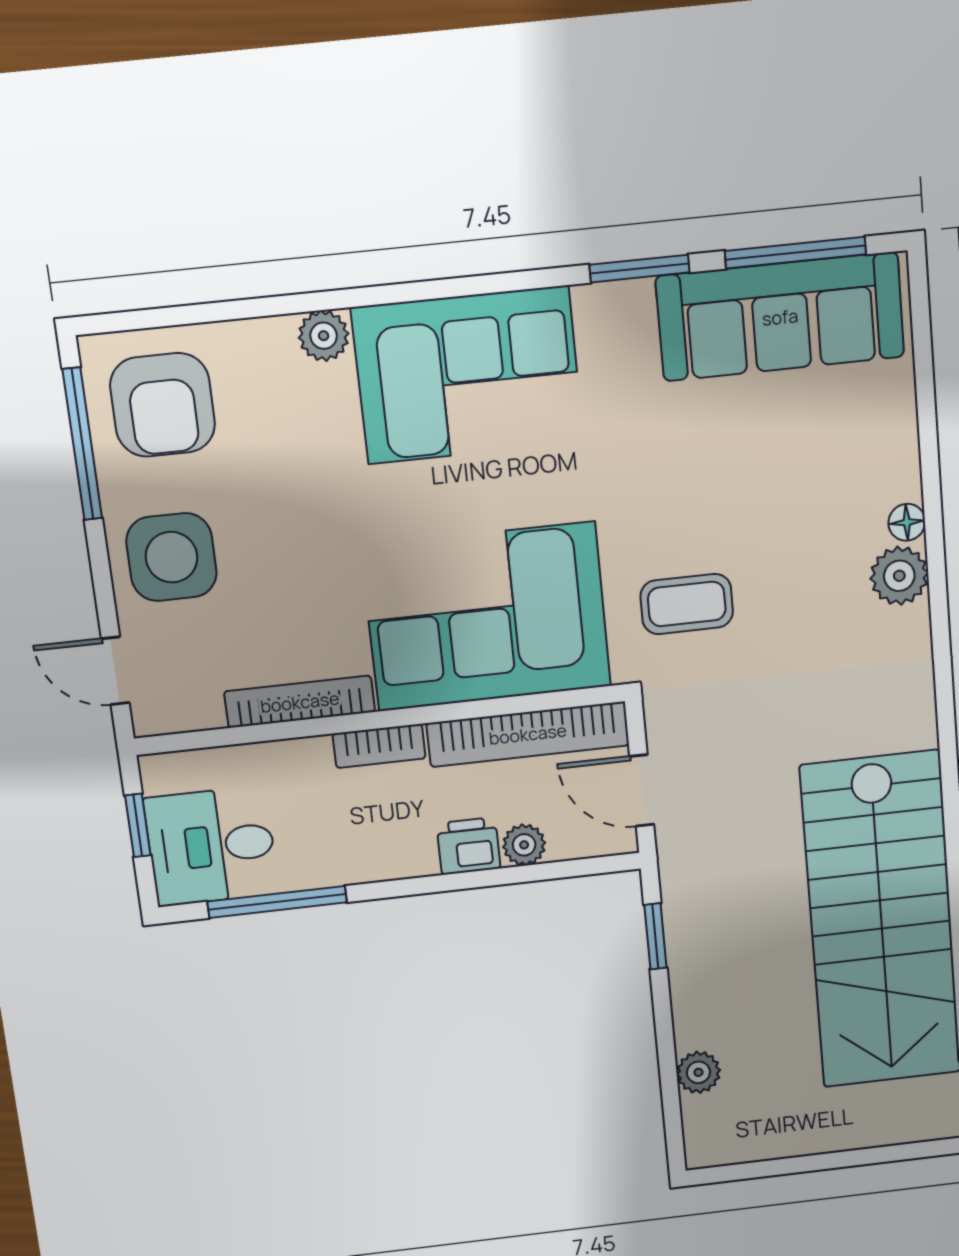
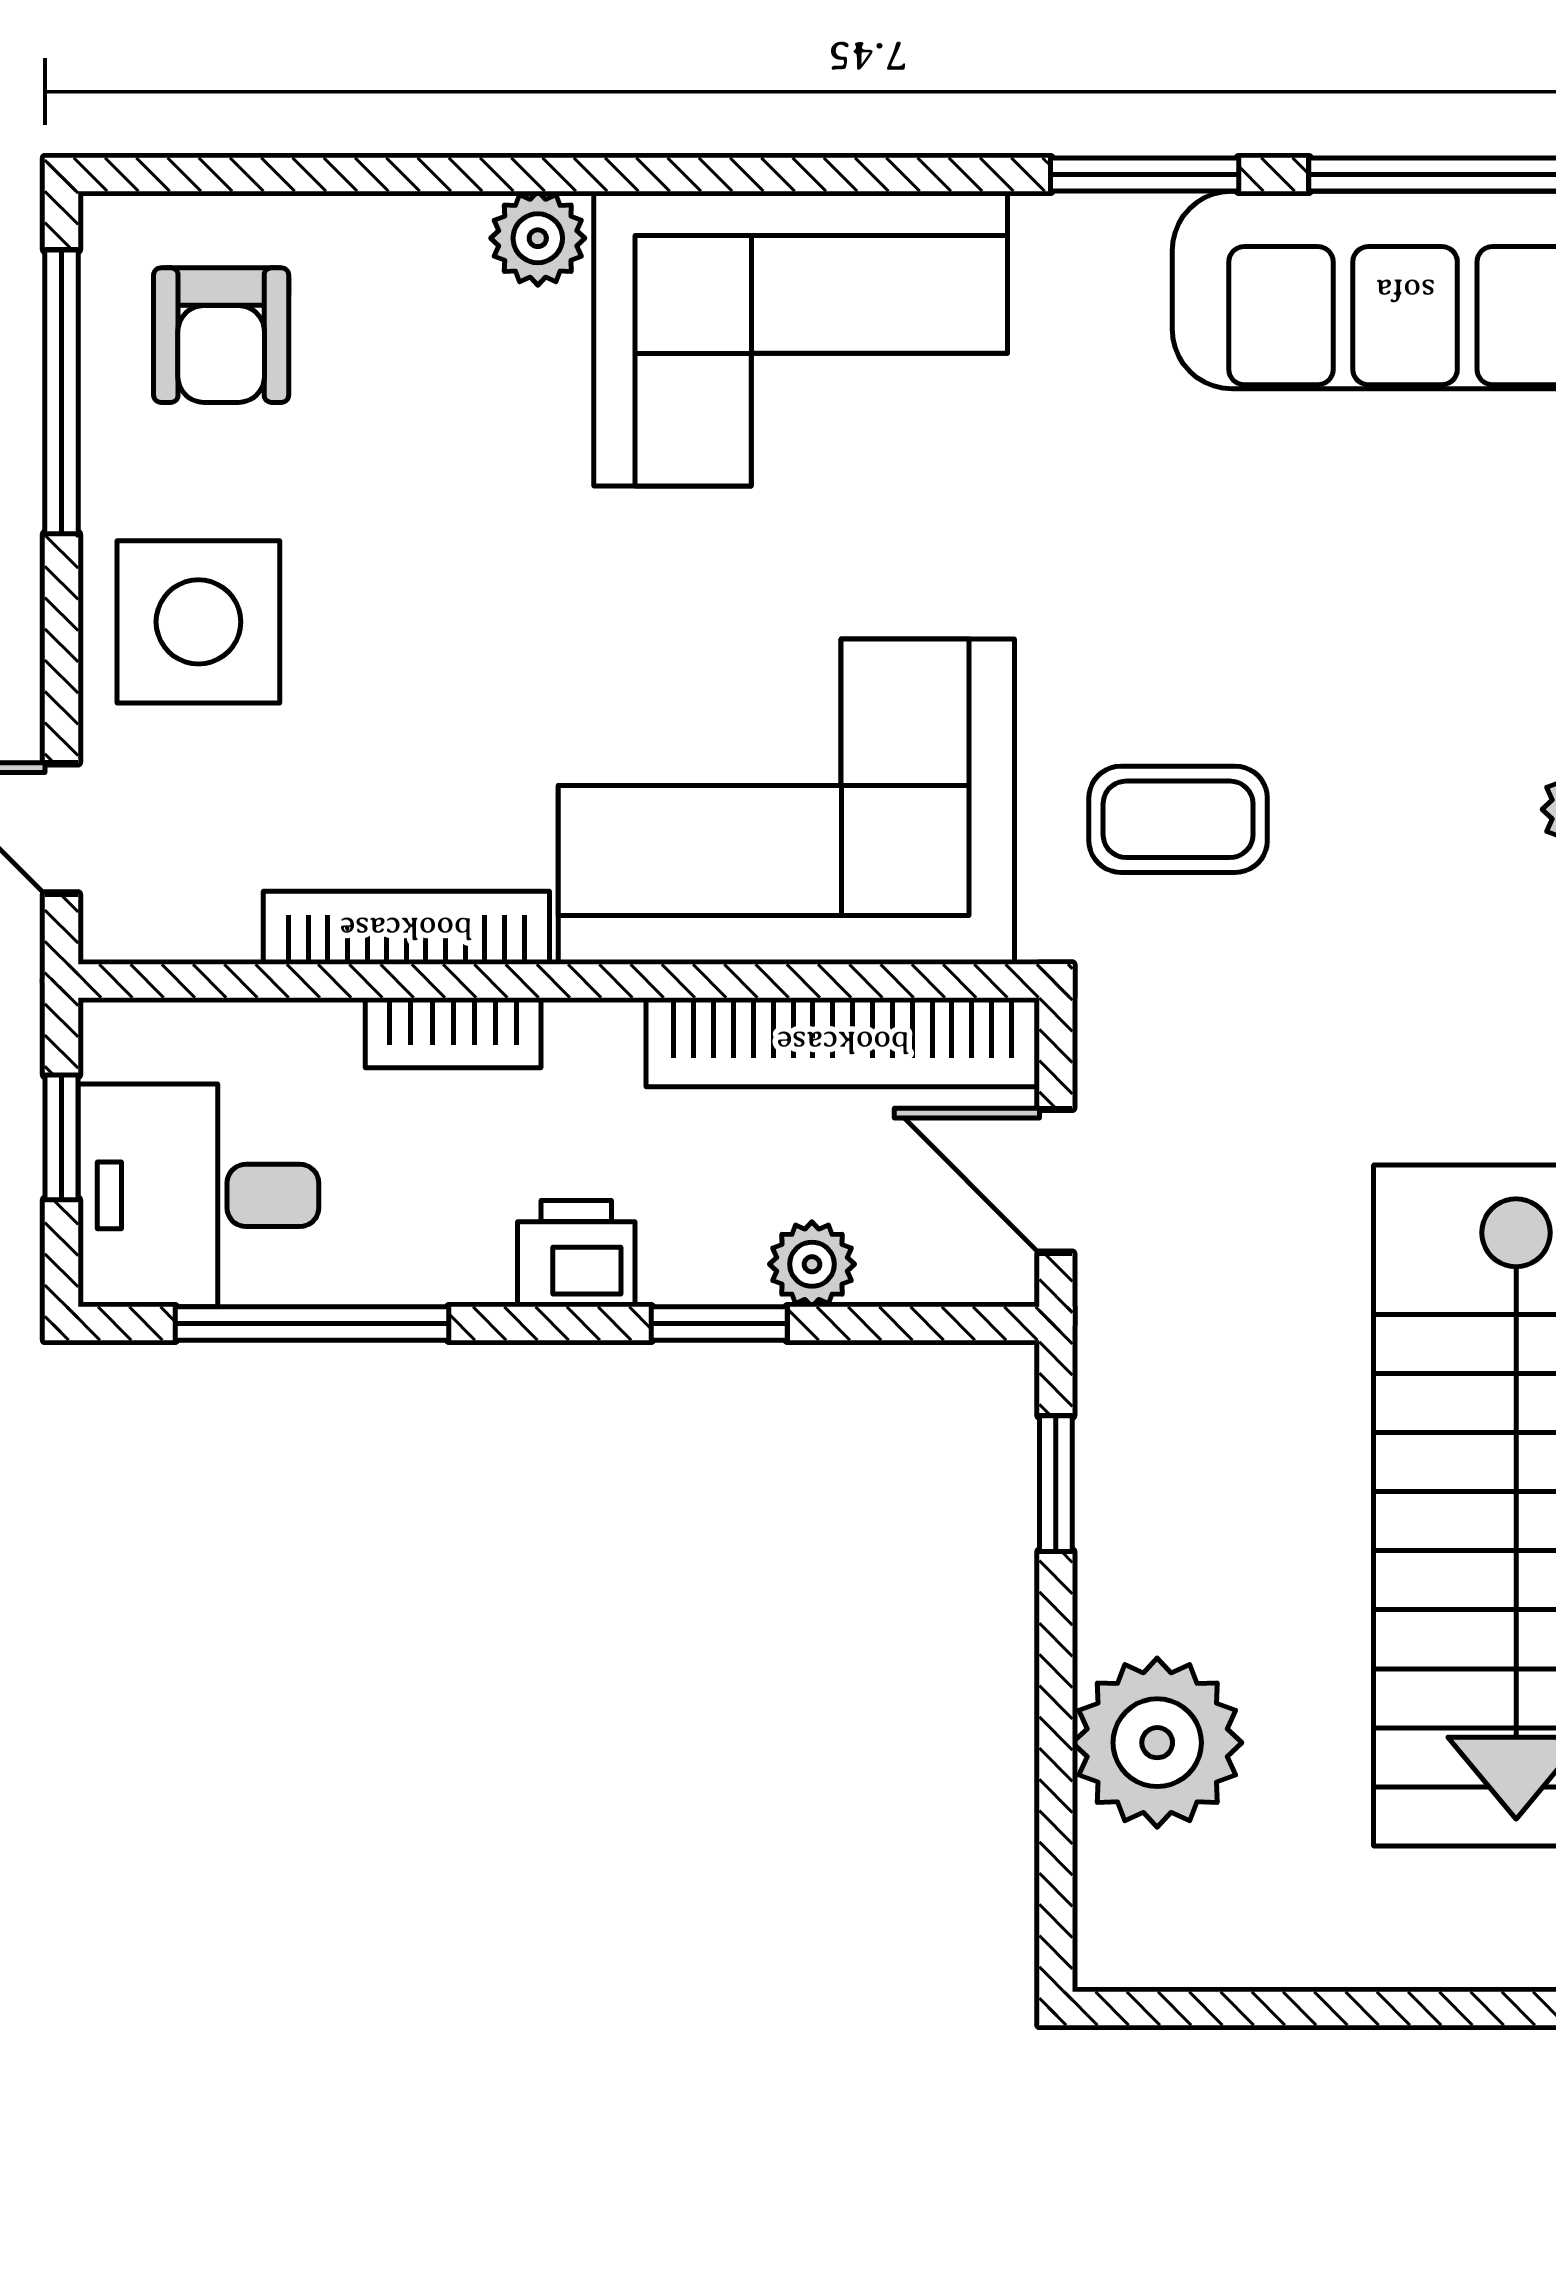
armchair: (163, 405) -> (221, 335), width x0.72, depth x0.72
bookcase: (379, 746) -> (453, 1033), moved
printer: (468, 846) -> (576, 1254), moved
window: (481, 879) -> (719, 1324), added
plant: (698, 1072) -> (1157, 1743), width x1.88, depth x1.88

